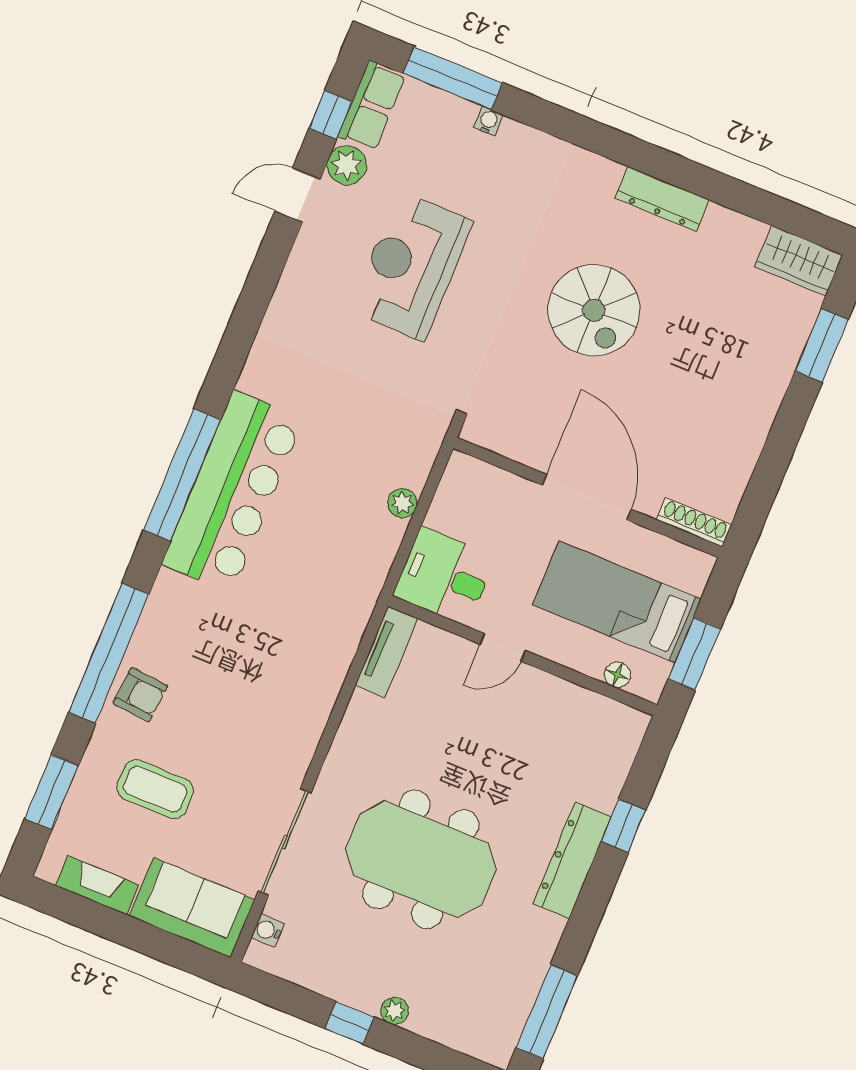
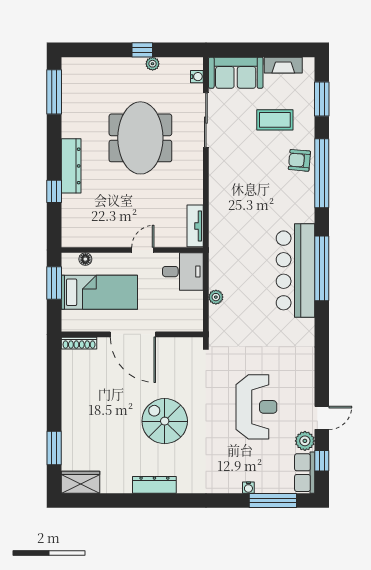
meeting table: (421, 859) -> (140, 138), turned 90
plant: (395, 1011) -> (153, 64), moved

